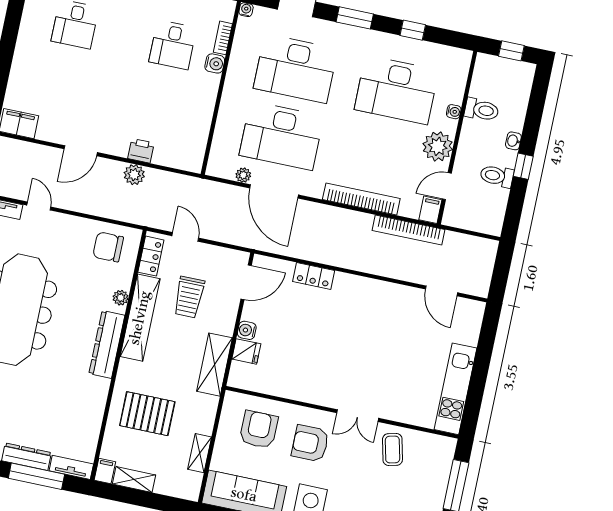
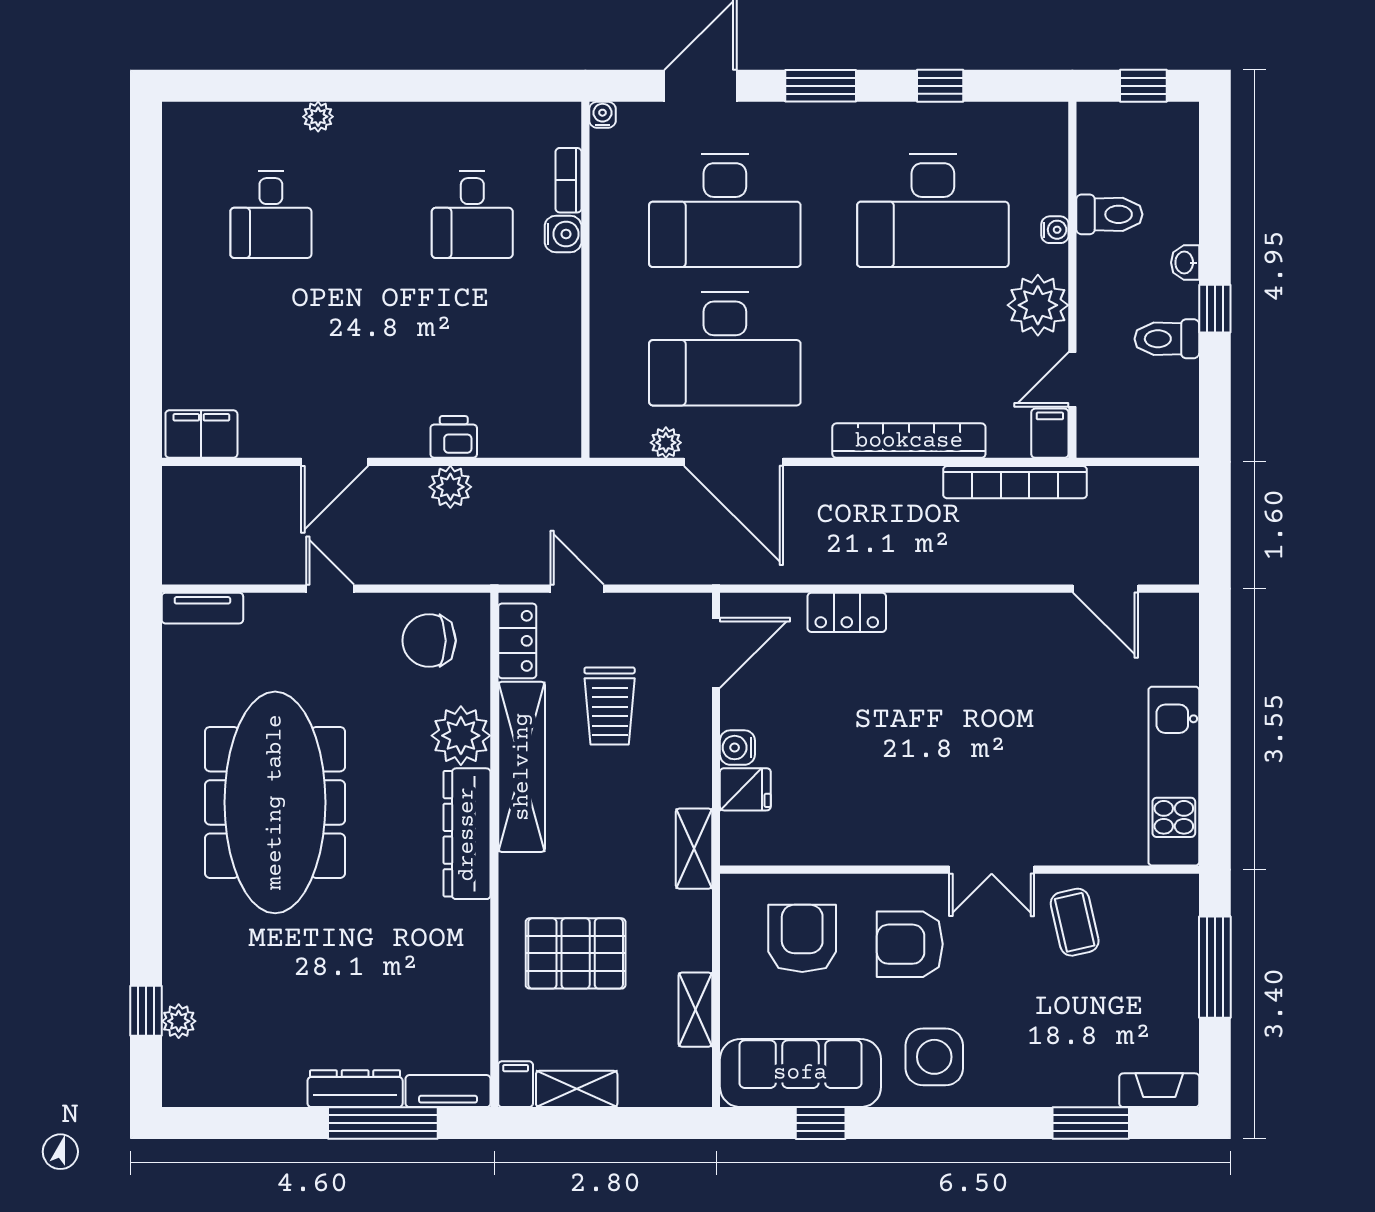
door: (39, 206) -> (330, 589), moved
plant: (121, 298) -> (461, 736), width x1.87, depth x1.87
shelving: (215, 365) -> (694, 849), width x0.67, depth x0.75

